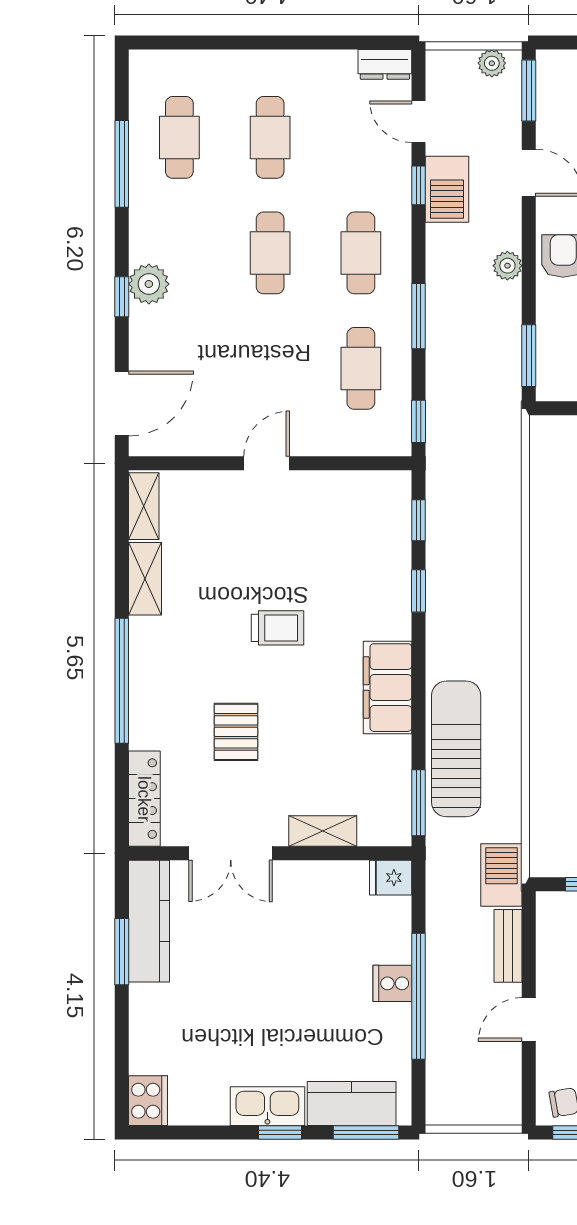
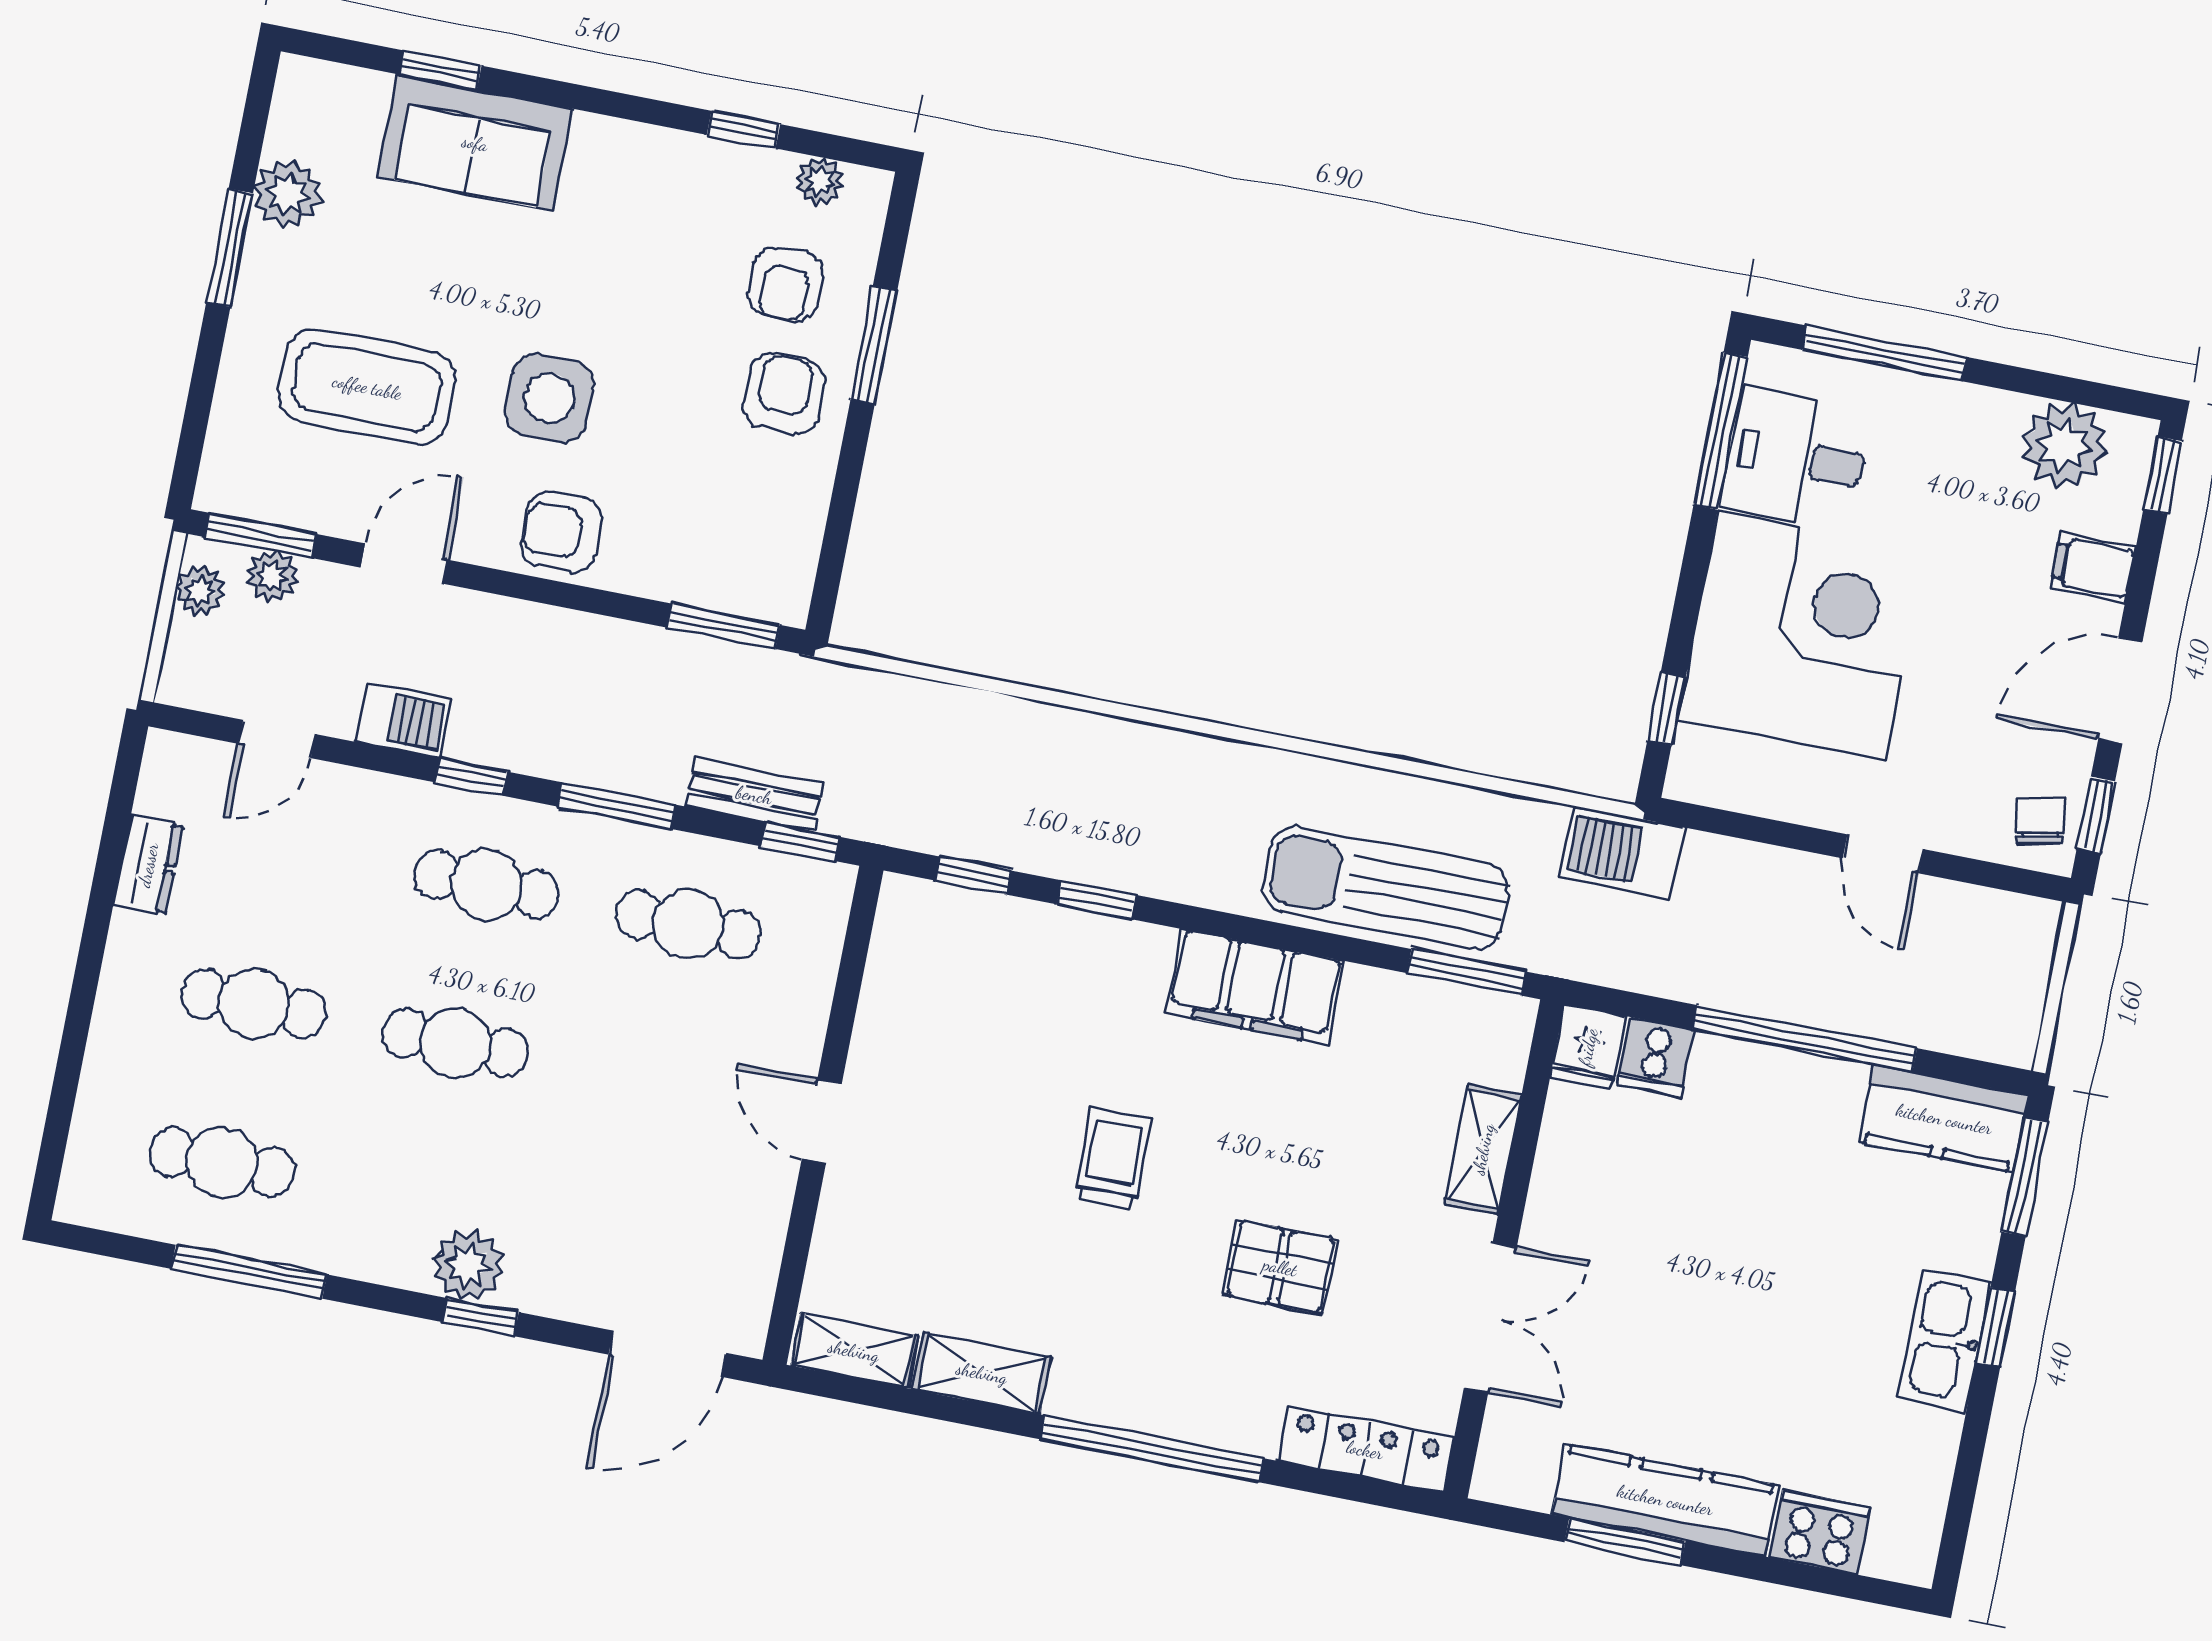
dresser: (385, 64) -> (148, 865), moved
window: (418, 185) -> (471, 777), moved
barbecue: (447, 189) -> (403, 720), width x0.73, depth x0.79
plant: (507, 266) -> (272, 577), moved
door: (122, 403) -> (667, 1354), swing flipped
kitchen counter: (149, 921) -> (1665, 1500), moved
bench: (508, 946) -> (754, 795), moved
cooker: (392, 983) -> (1656, 1057), moved
cooker: (148, 1101) -> (1820, 1532), moved
kitchen counter: (352, 1104) -> (1944, 1119), moved, turned -90

